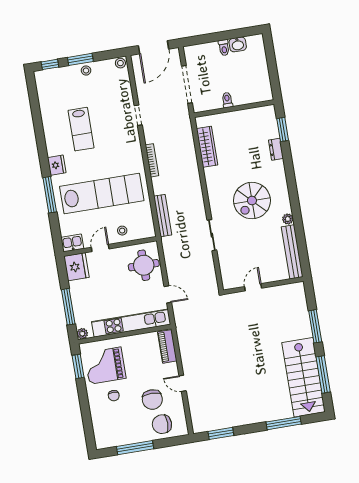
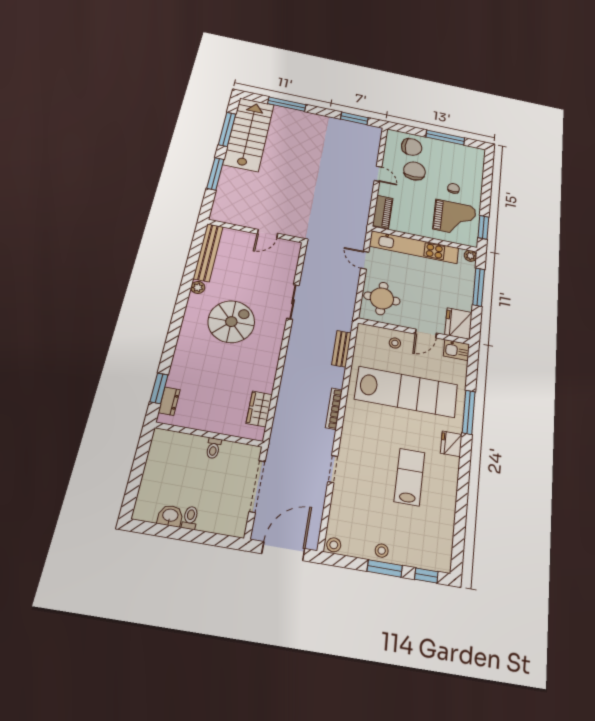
wardrobe: (207, 147) -> (259, 409), width x0.67
dresser: (276, 149) -> (169, 401), moved
lab bench: (102, 194) -> (406, 392), turned 180
bench: (163, 216) -> (341, 349), width x0.73

